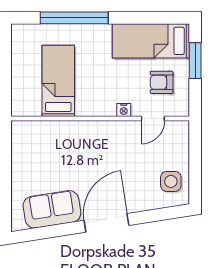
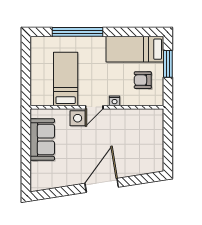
door: (153, 118) -> (94, 107), moved
side table: (171, 181) -> (78, 118), moved
sofa: (52, 209) -> (42, 140), moved, turned 99

